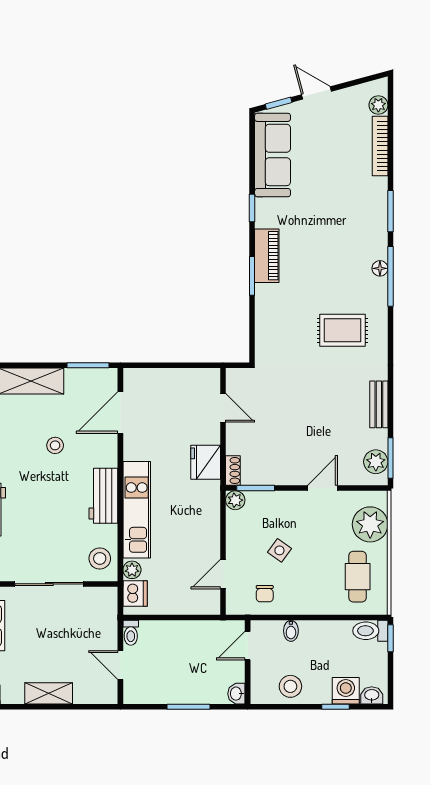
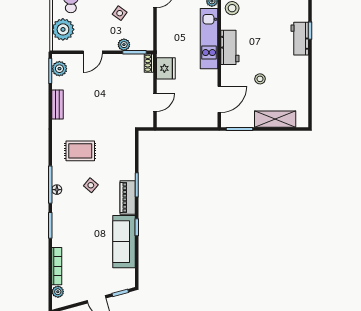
sofa: (273, 155) -> (124, 242), moved
side table: (326, 275) -> (91, 185), added
door: (223, 408) -> (155, 102), swing flipped
plant: (235, 500) -> (124, 45), moved

